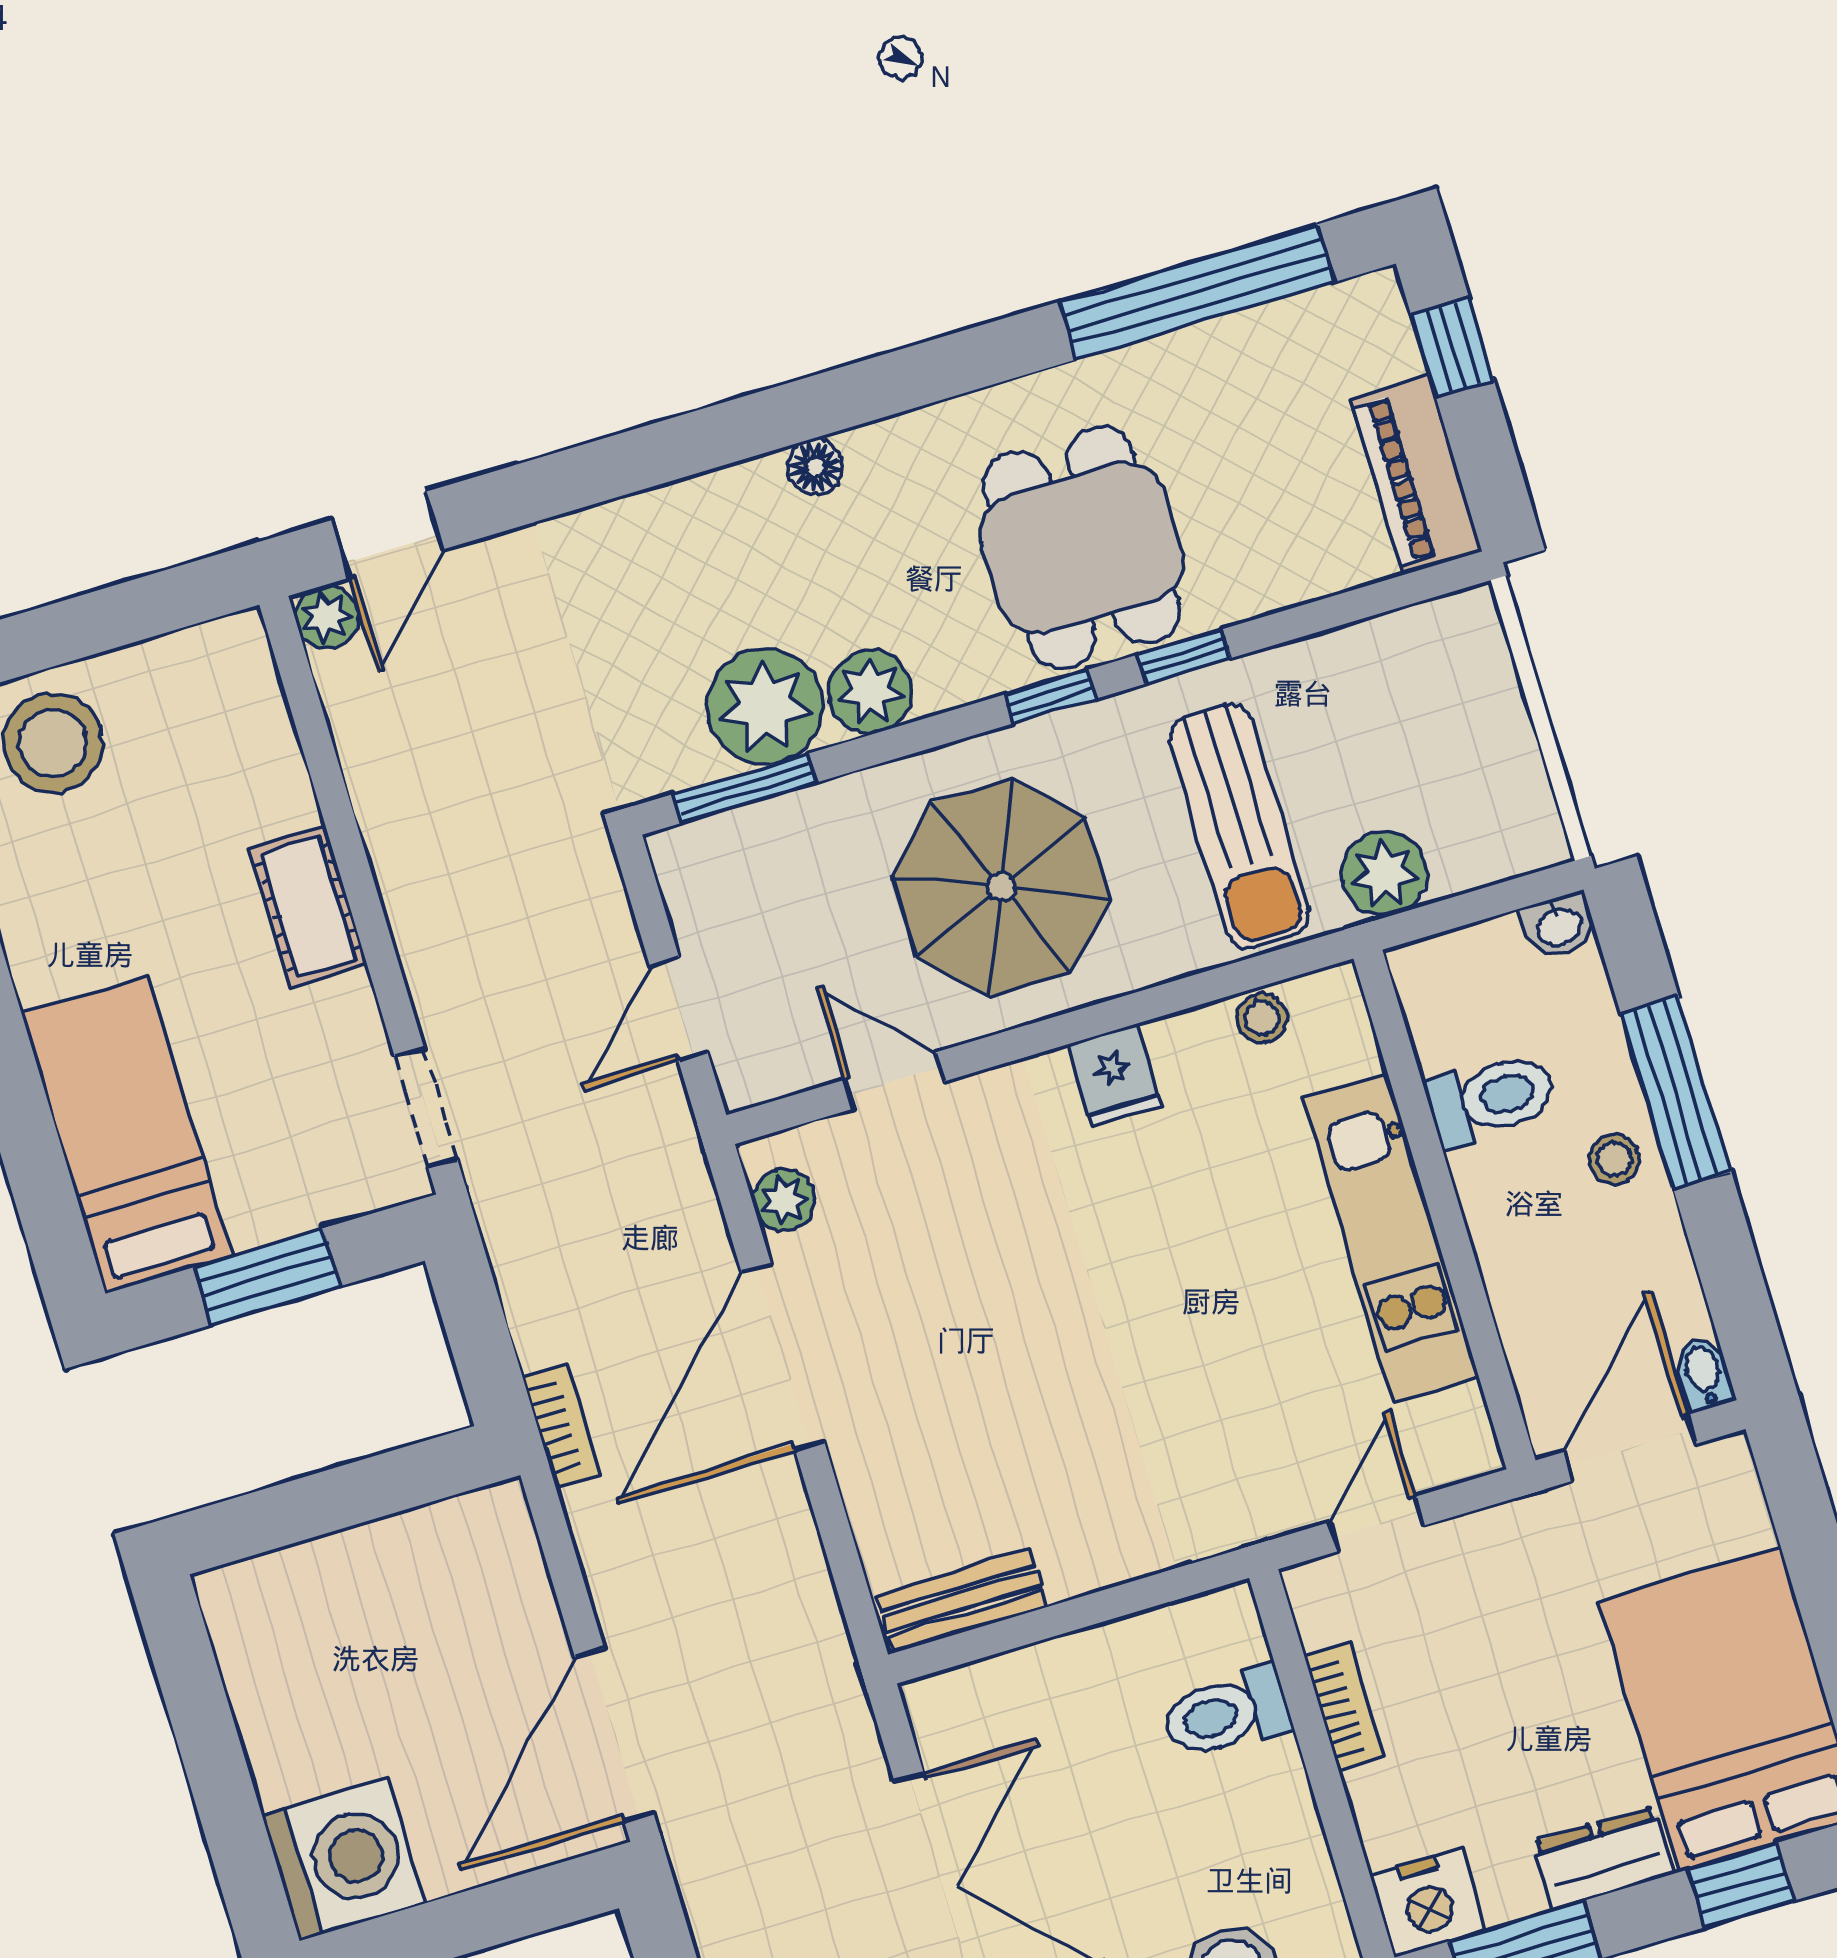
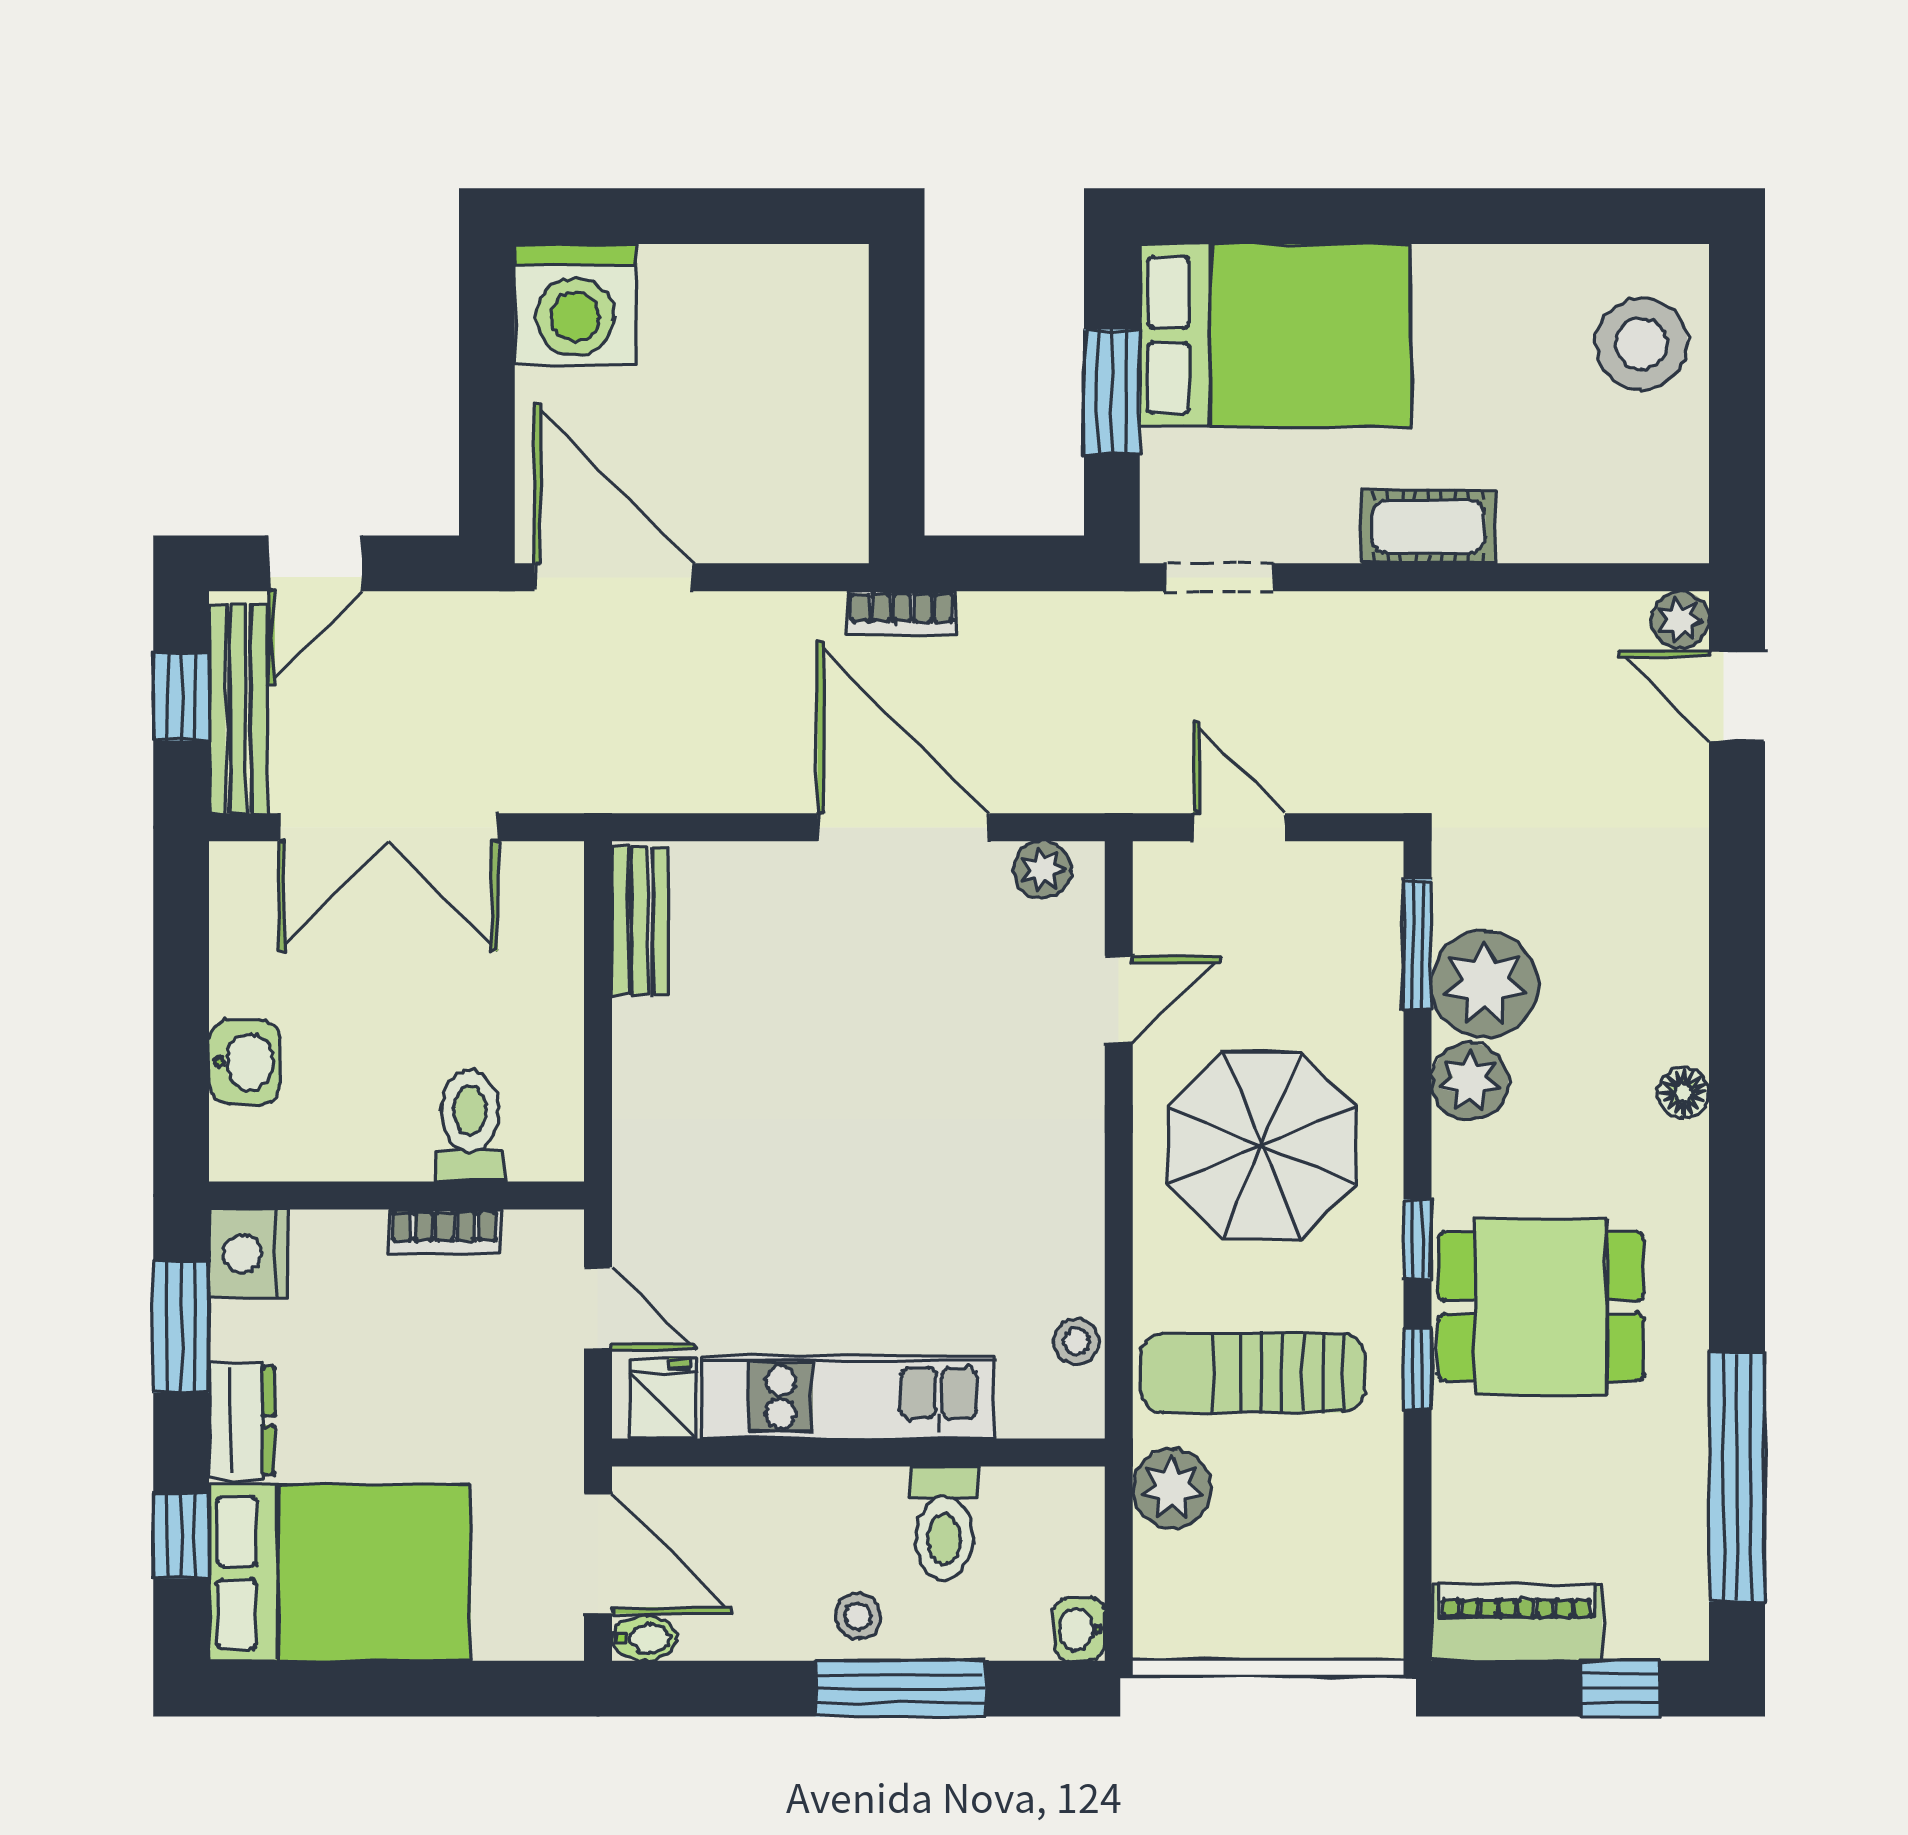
fridge: (1114, 1076) -> (662, 1398), moved, turned 90
bed: (126, 1135) -> (1275, 335), width x1.50

